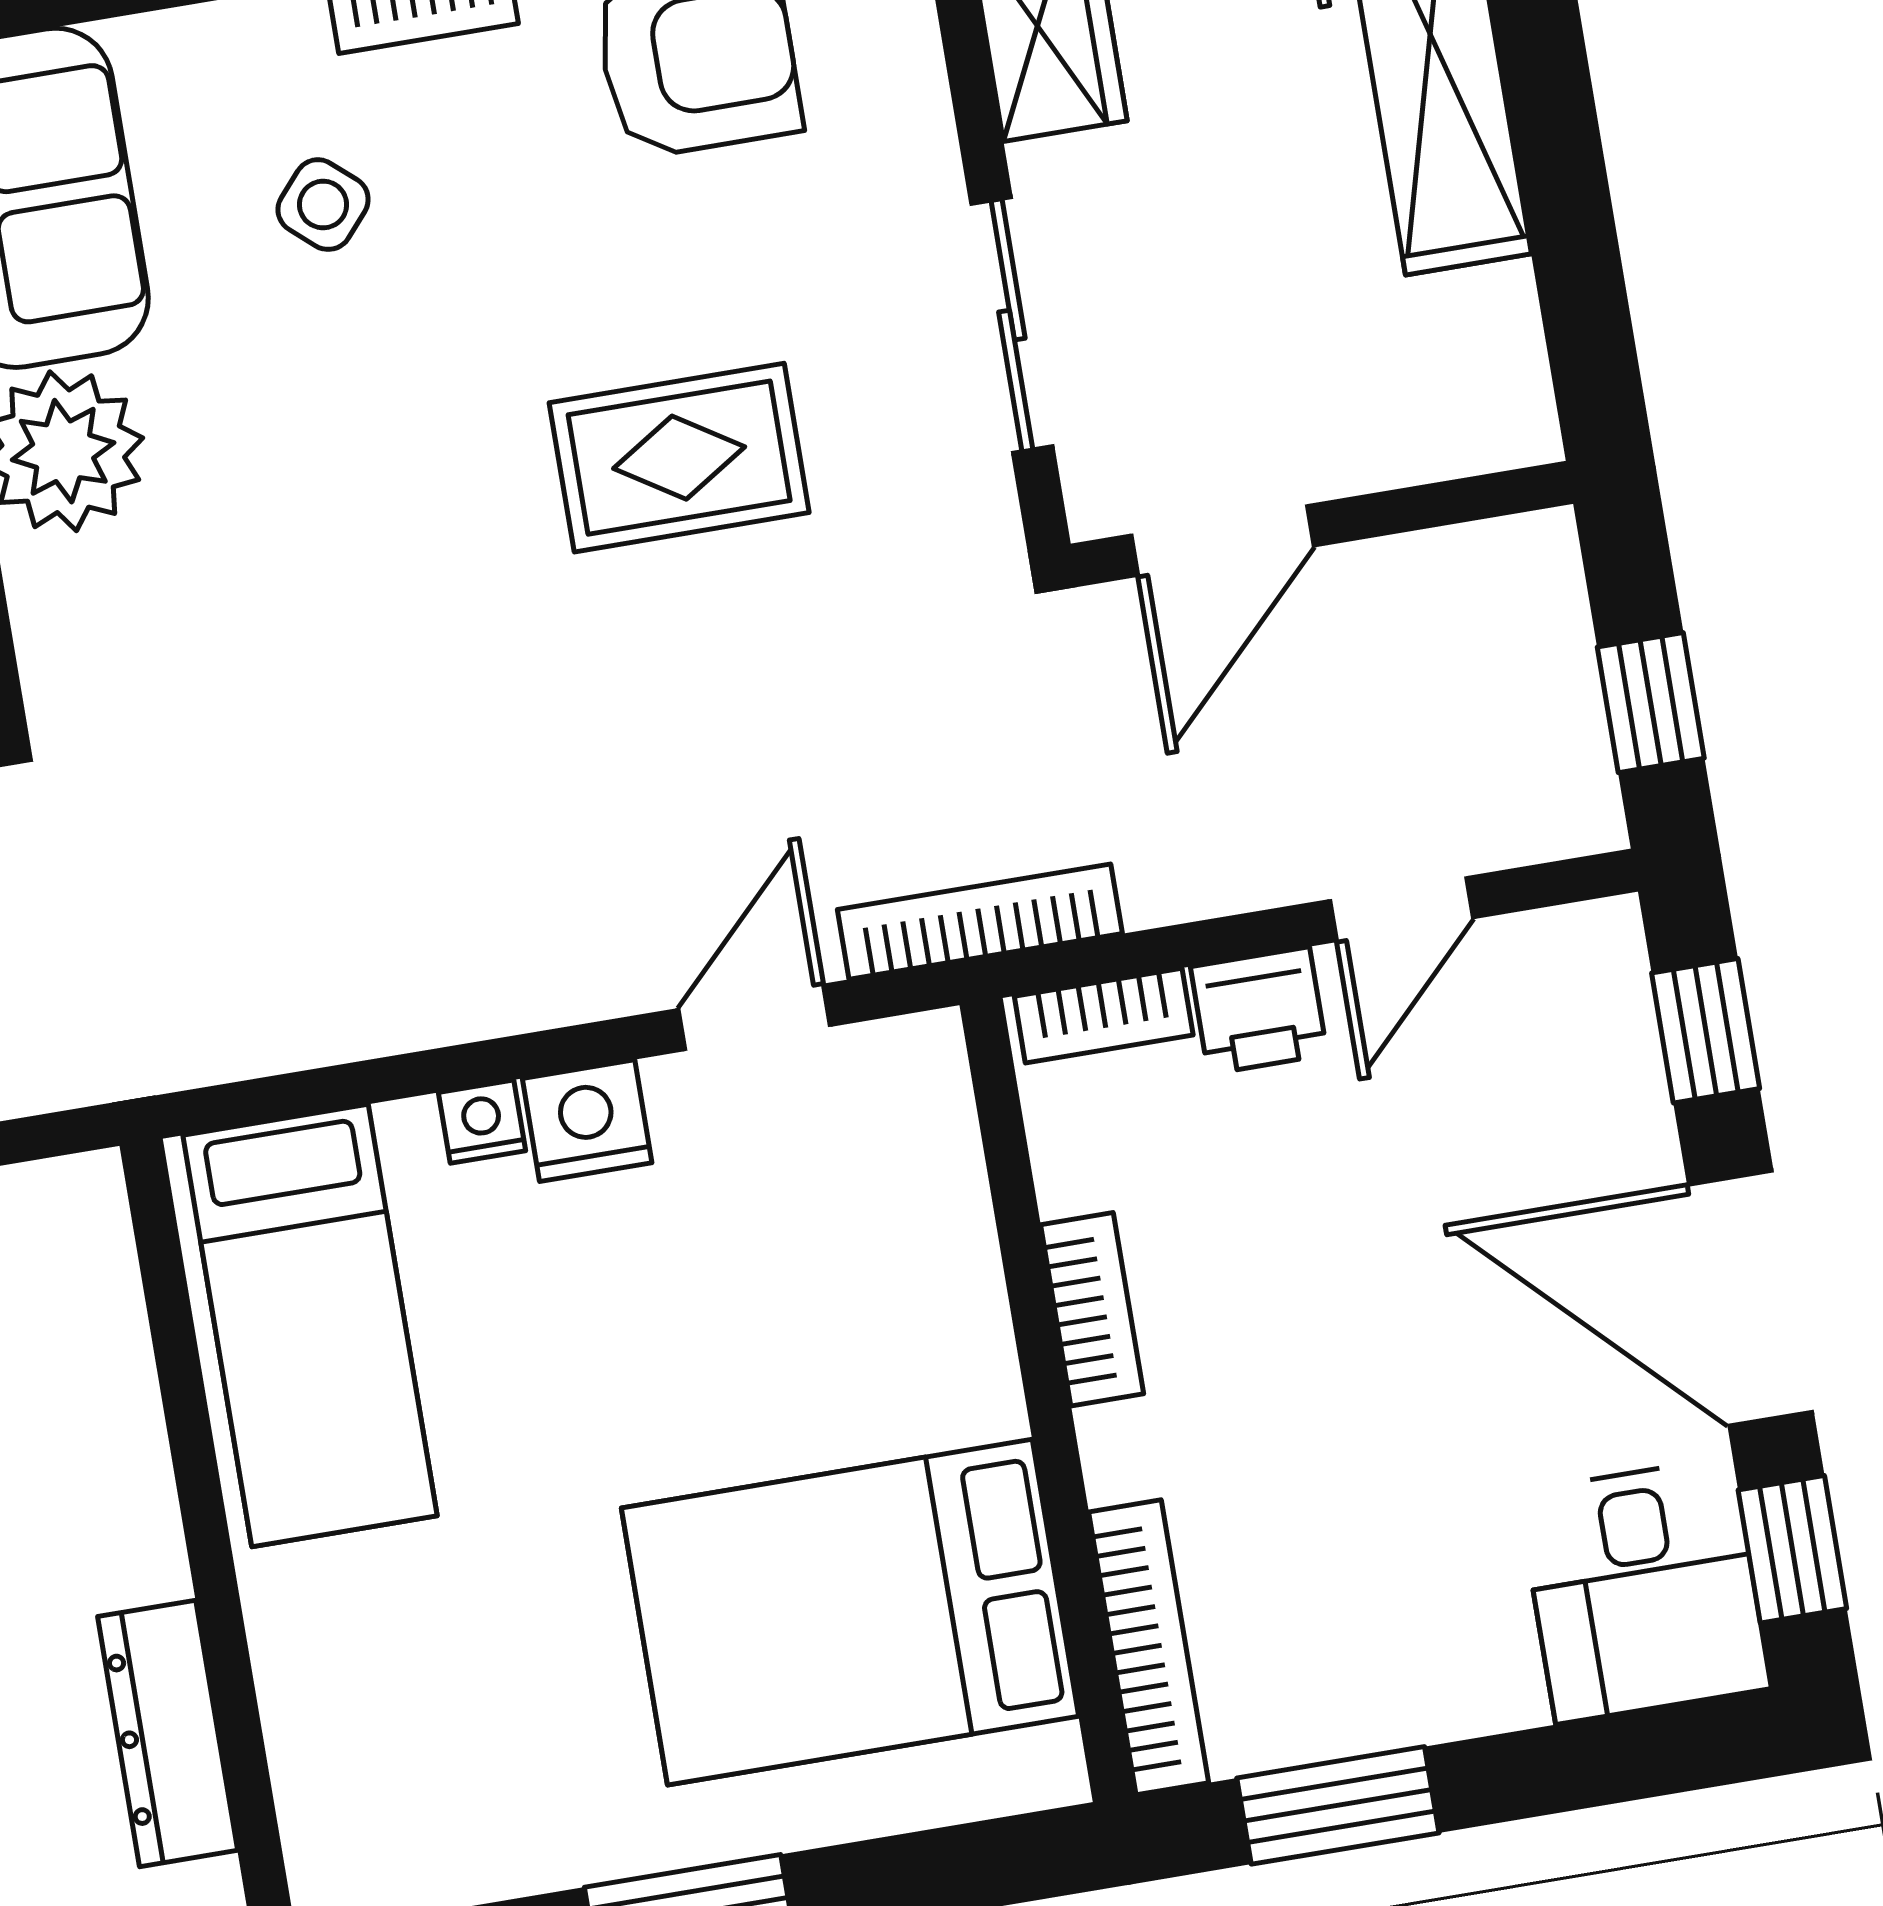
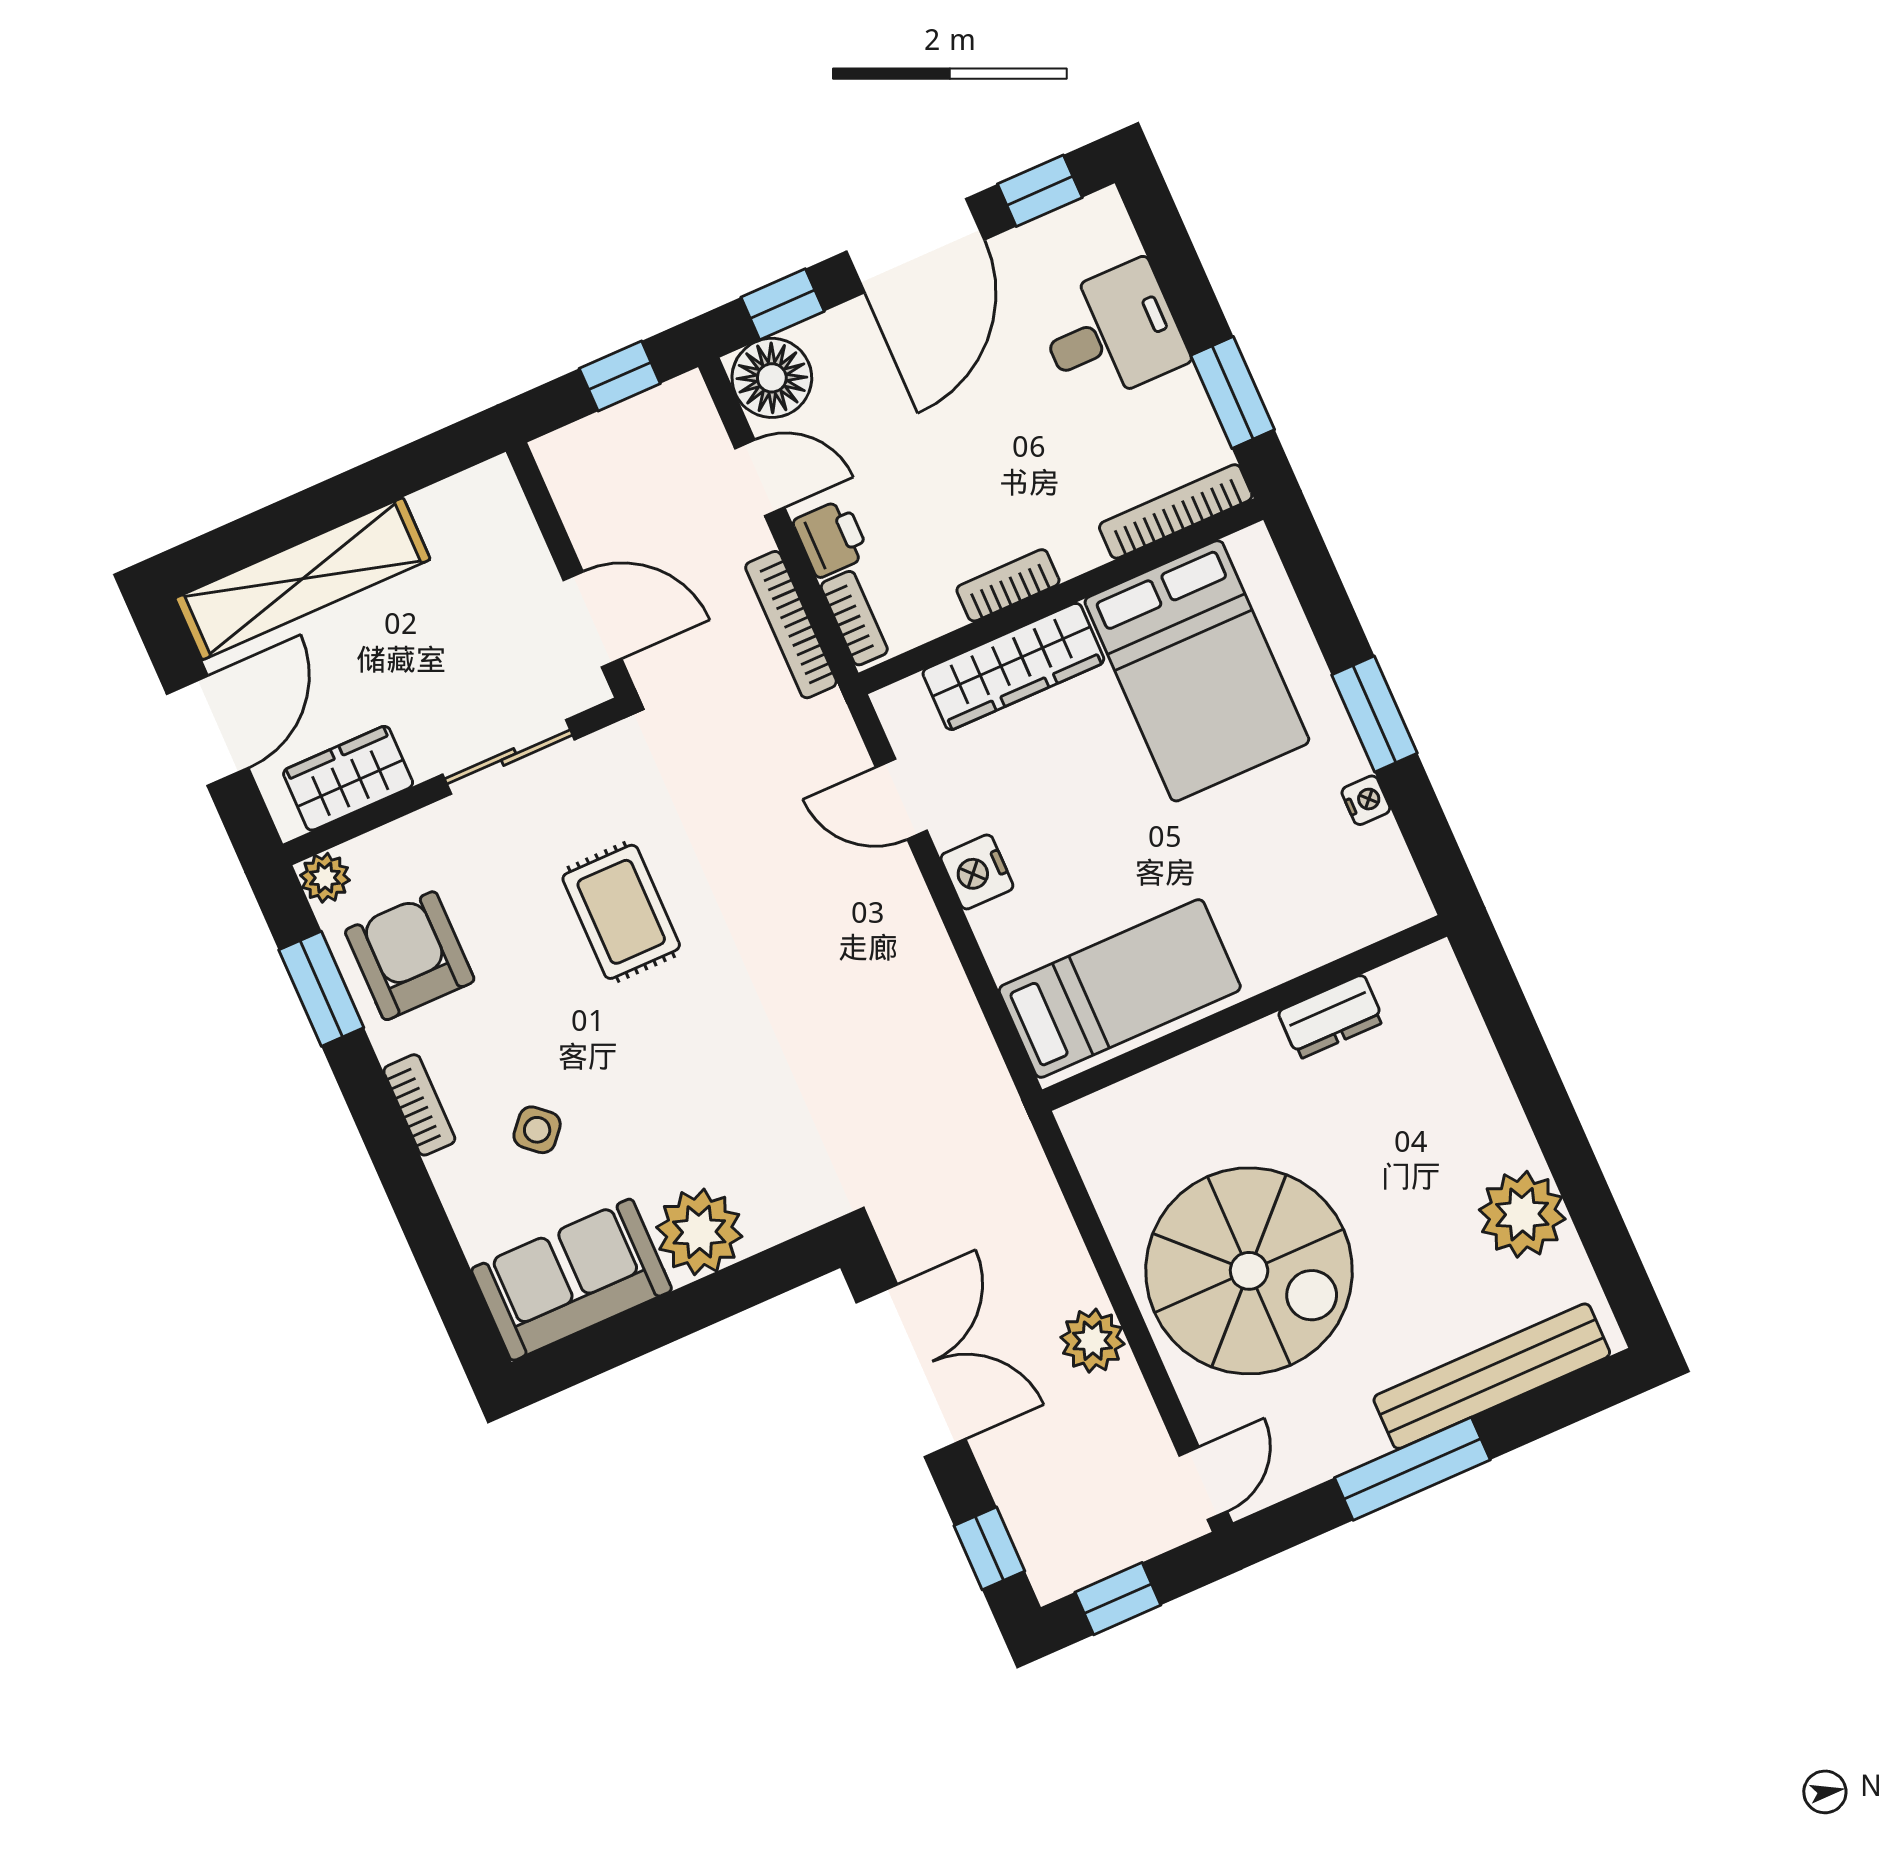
bookcase: (980, 922) -> (791, 625), moved
floor lamp: (1577, 977) -> (772, 378), added
nightstand: (482, 1122) -> (1366, 800), moved, turned 180
wardrobe: (943, 1282) -> (1013, 666), added
desk: (1644, 1590) -> (1112, 333), moved
dresser: (168, 1733) -> (1331, 1017), width x0.70

